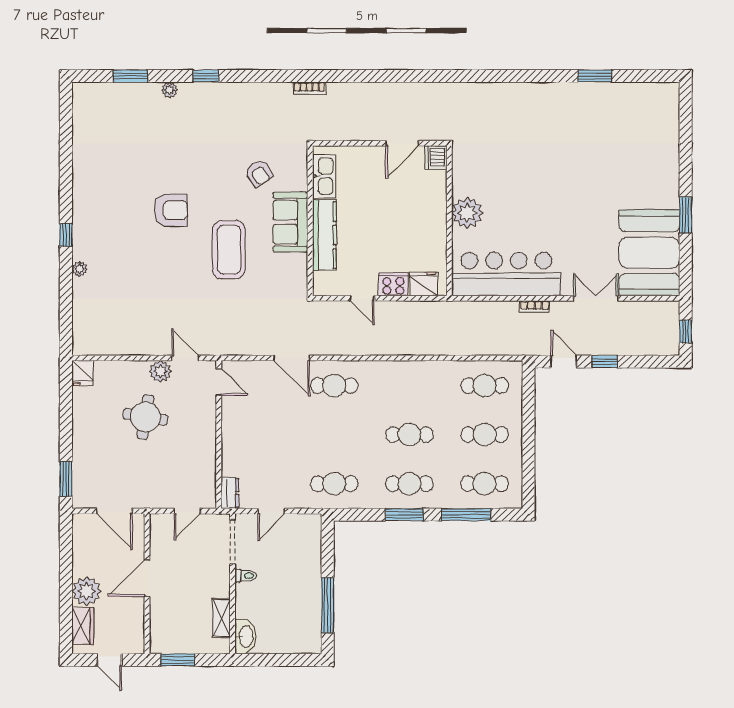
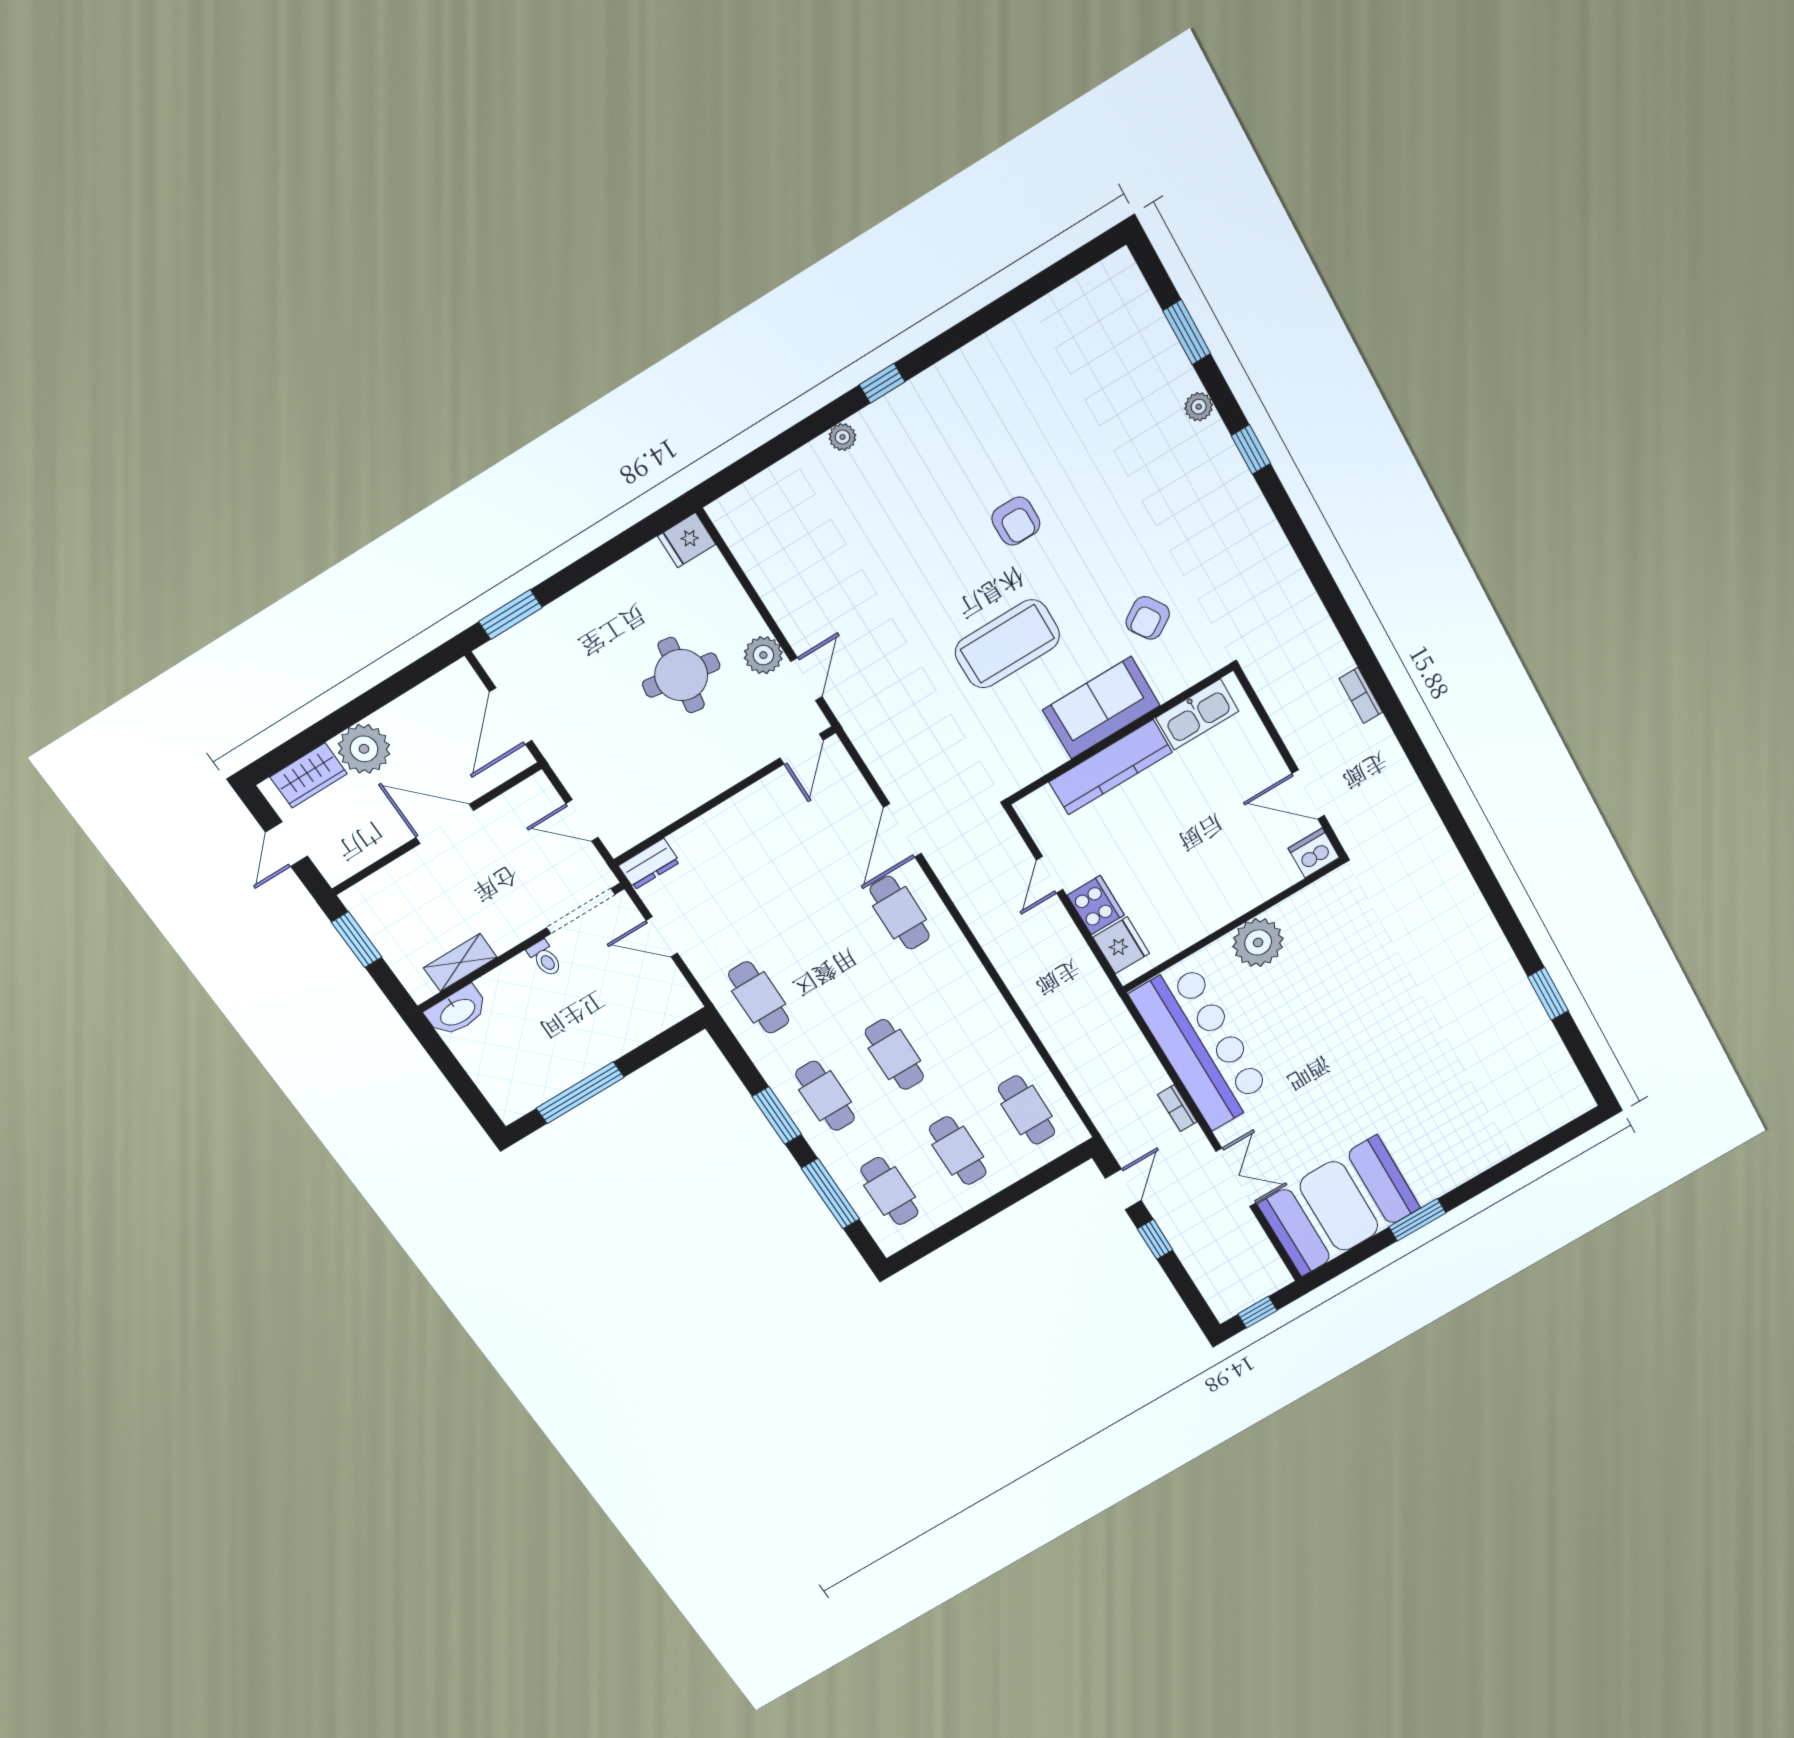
bookcase: (309, 88) -> (1361, 695), moved
armchair: (171, 210) -> (1016, 521), width x0.72, depth x0.72

